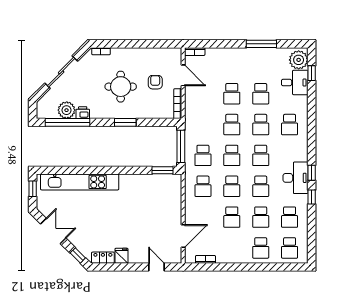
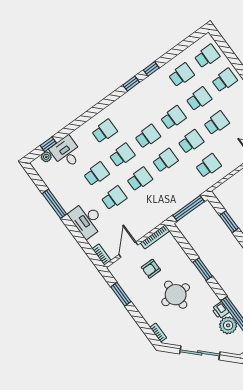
window: (152, 44) -> (121, 294), added
plant: (299, 60) -> (46, 157), width x0.53, depth x0.53
school desk: (203, 155) -> (183, 184), removed
window: (162, 170) -> (229, 222), moved
desk: (295, 178) -> (87, 220), moved, turned -90

